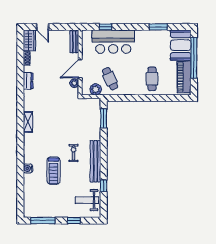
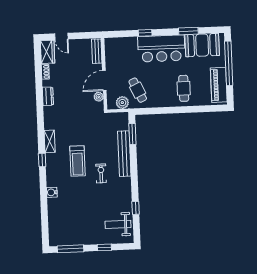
window: (105, 27) -> (145, 33), moved
bar counter: (113, 42) -> (161, 48), moved
booth: (181, 45) -> (202, 45), moved, turned 90
window: (20, 139) -> (42, 160), added
bench: (95, 161) -> (124, 154), moved
treadmill: (54, 171) -> (77, 161), moved

